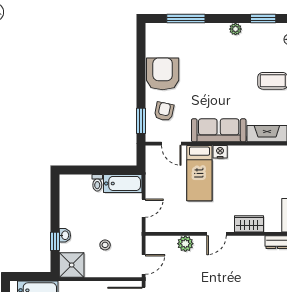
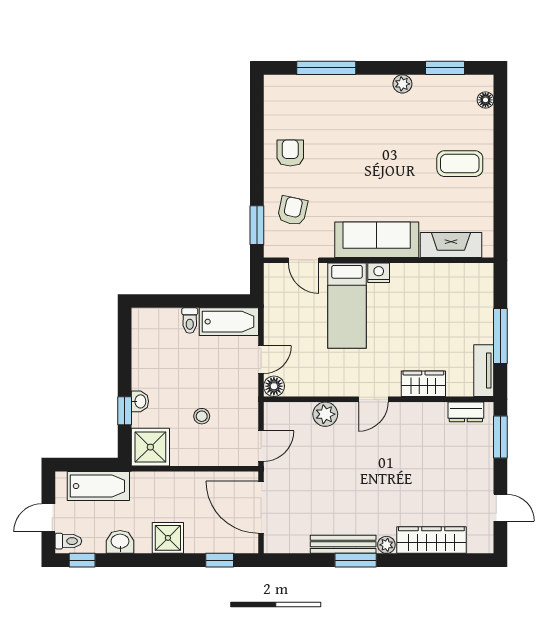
armchair: (163, 74) -> (290, 153), width x0.53, depth x0.53
floor lamp: (152, 225) -> (274, 386), added

